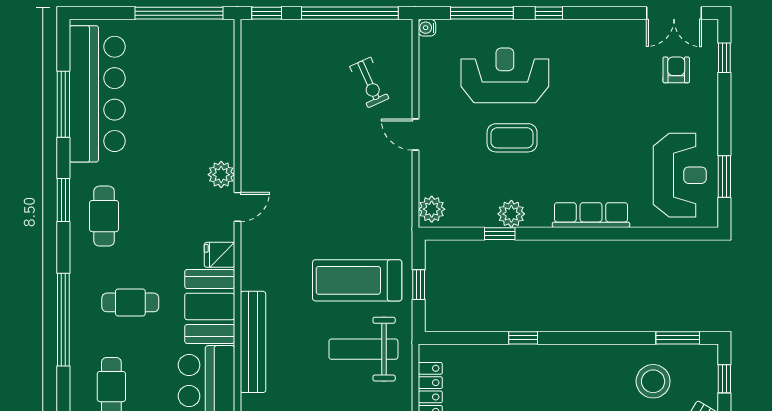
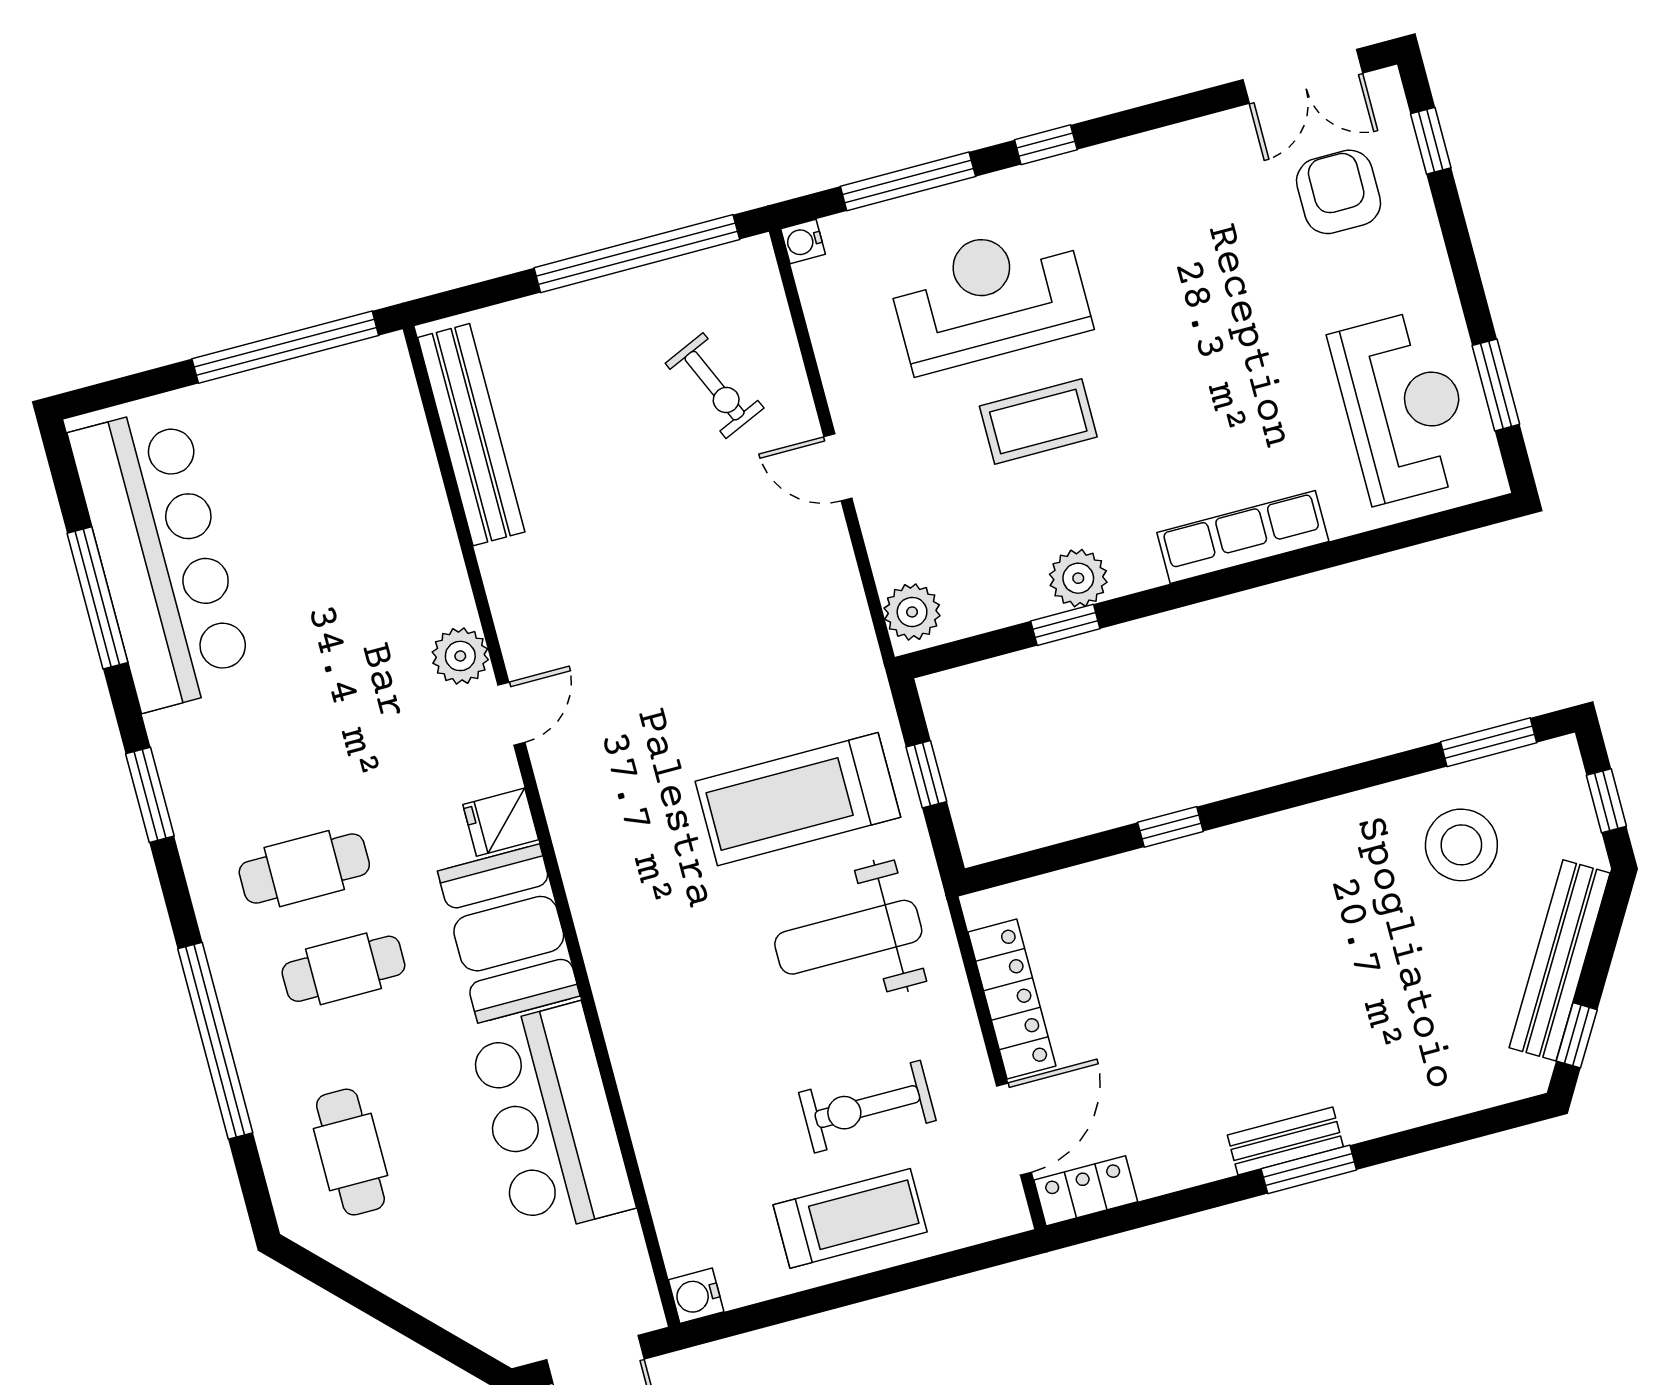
window: (267, 13) -> (465, 299), removed
armchair: (676, 70) -> (1339, 192), width x1.38, depth x1.38
cafe table: (104, 216) -> (304, 869), moved, turned 90
bench: (253, 342) -> (471, 435), moved

